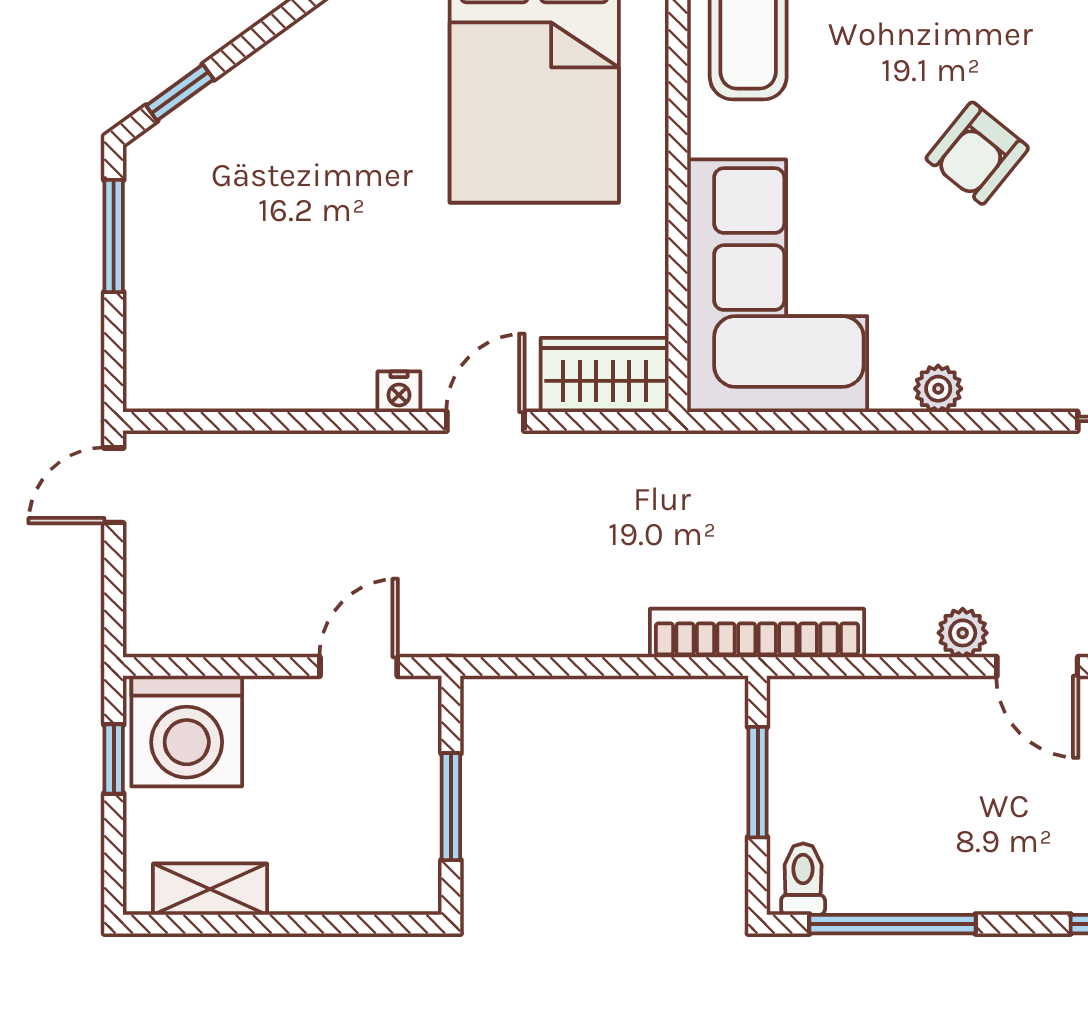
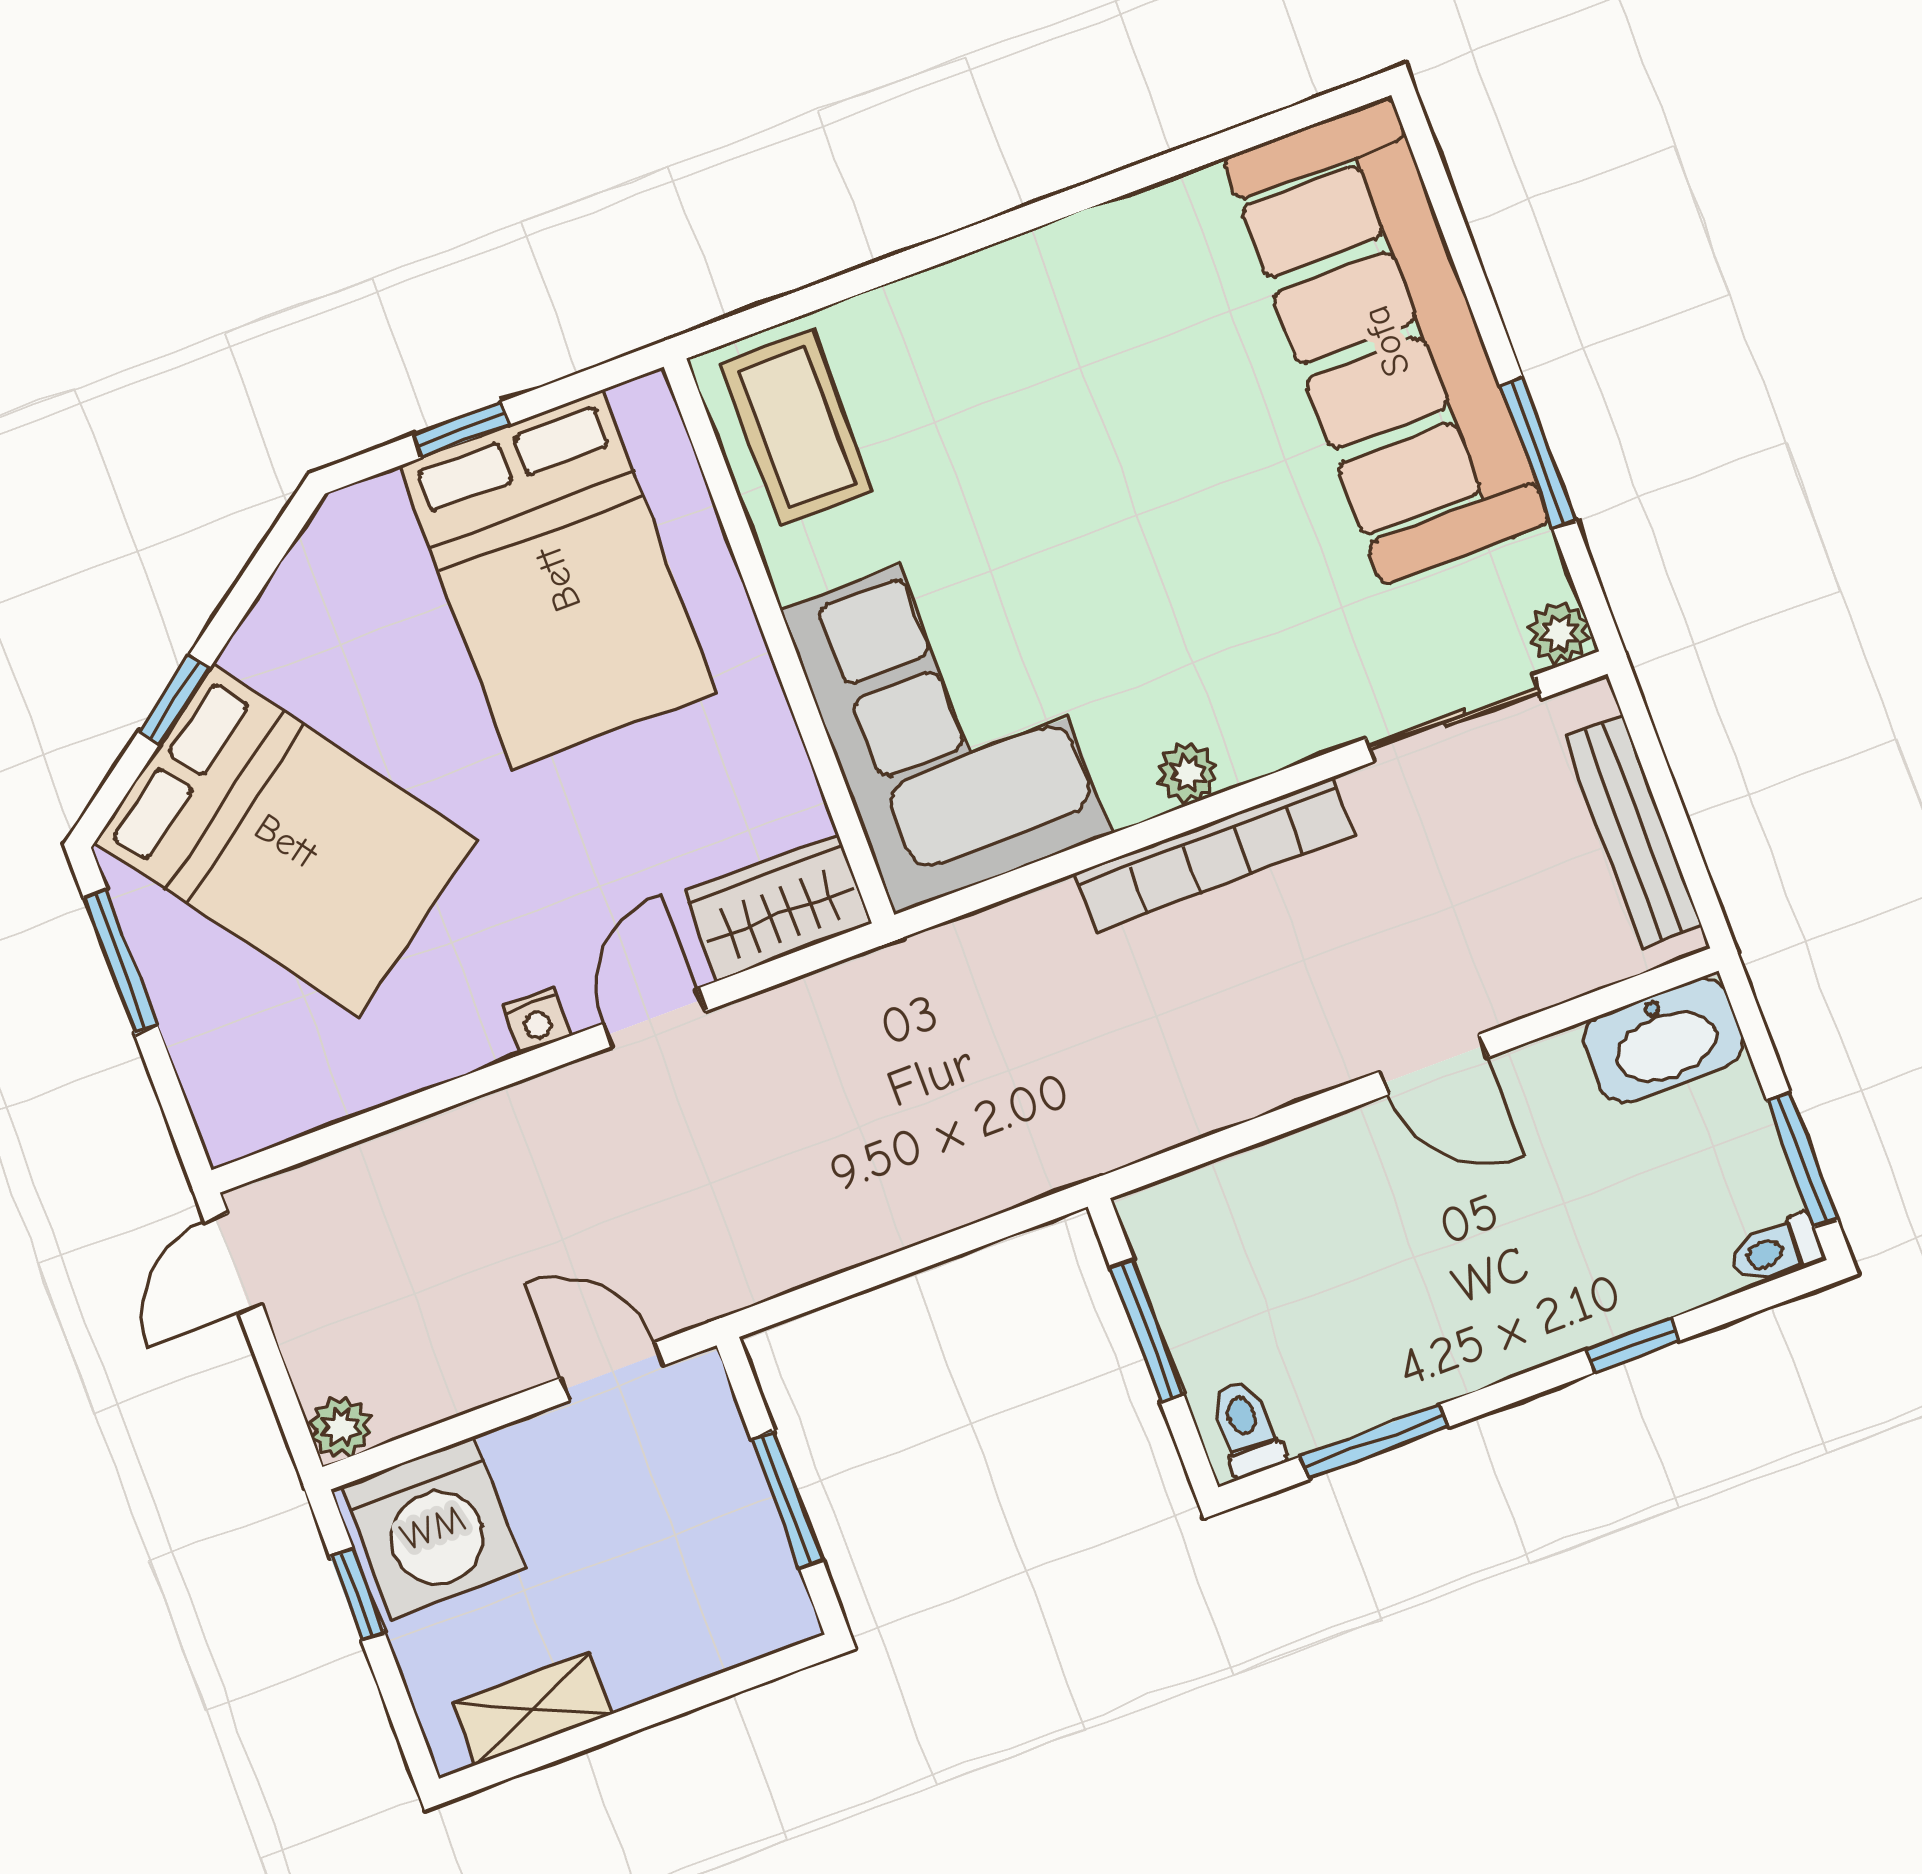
window: (180, 93) -> (174, 700), moved
armchair: (977, 153) -> (1128, 470), removed
bed: (266, 193) -> (286, 841), added
bookcase: (757, 633) -> (1215, 854), moved, turned 180
plant: (963, 633) -> (341, 1427), moved
door: (359, 667) -> (612, 1372), hinge flipped
window: (892, 924) -> (1375, 1442), width x0.69

